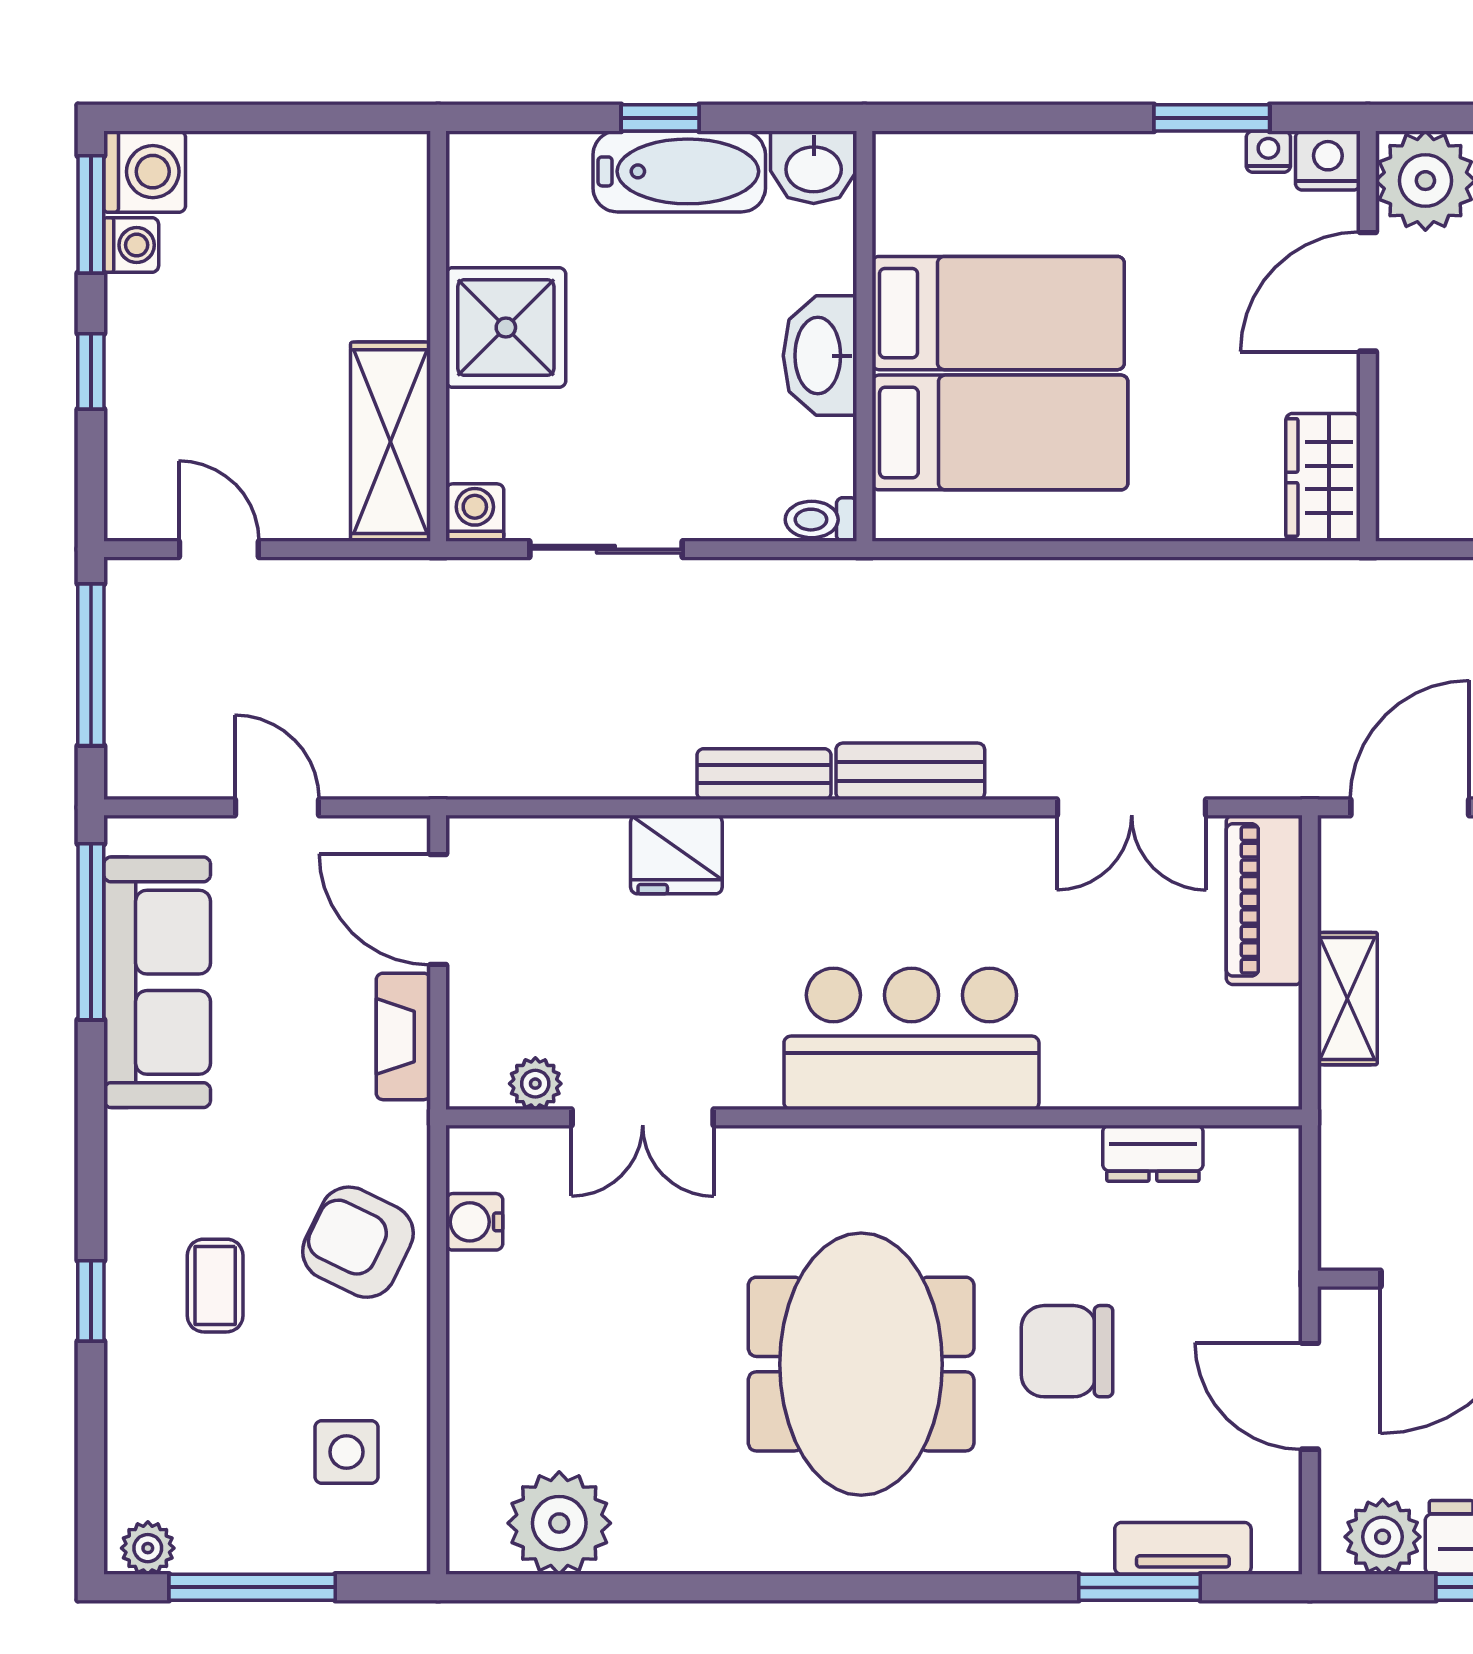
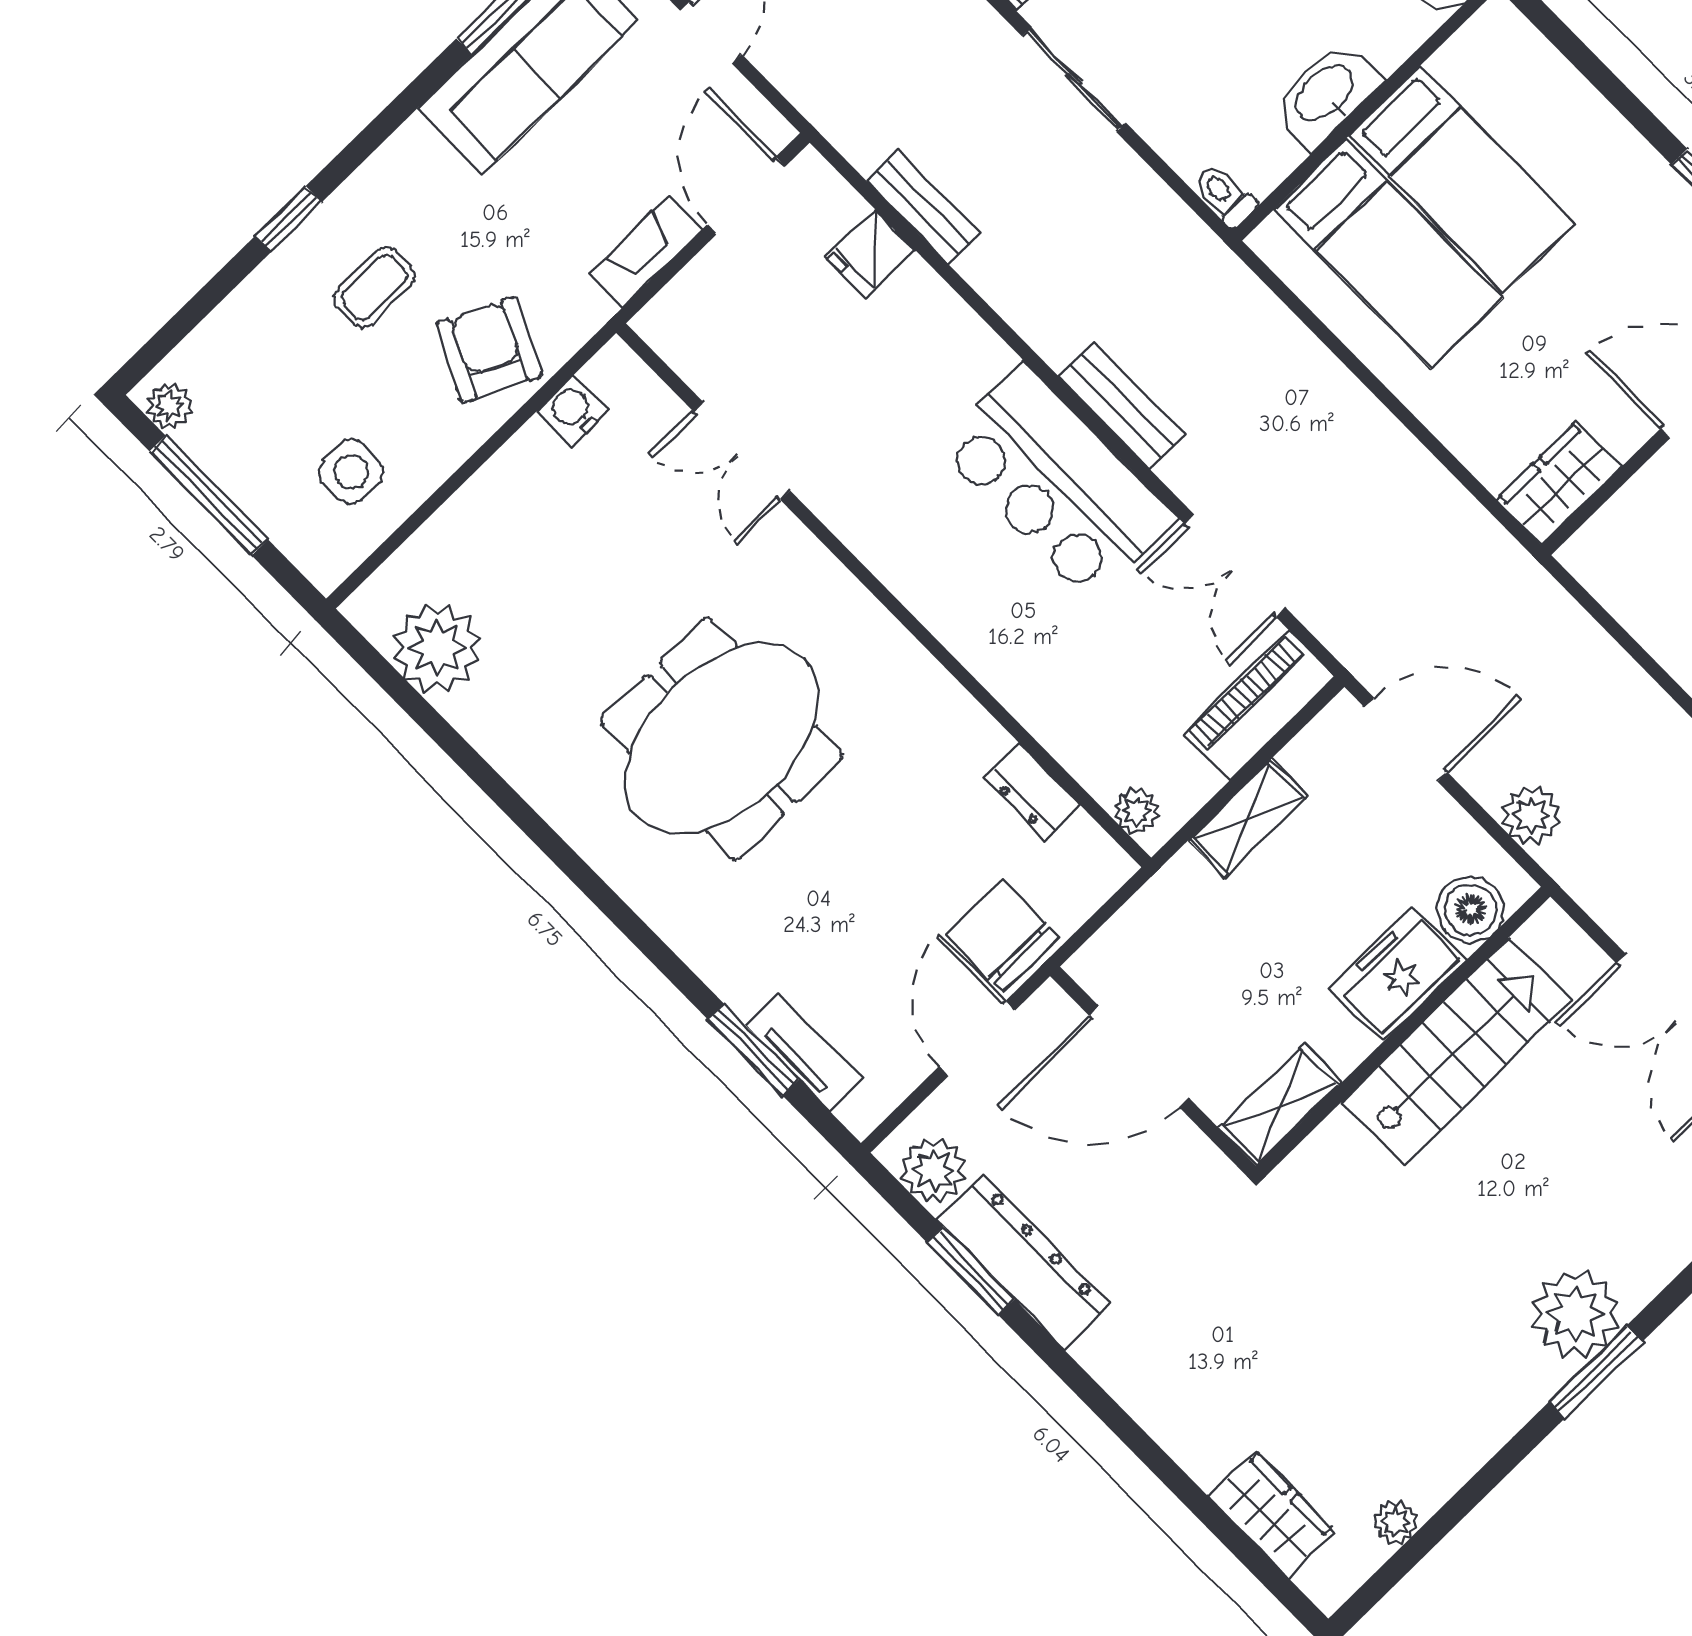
bench: (764, 774) -> (923, 207), moved
fridge: (676, 854) -> (870, 253), moved, width x0.72
bar counter: (911, 1039) -> (1057, 482), moved, turned 180
plant: (535, 1084) -> (1137, 811), moved
chair: (1067, 1351) -> (1002, 936), moved

